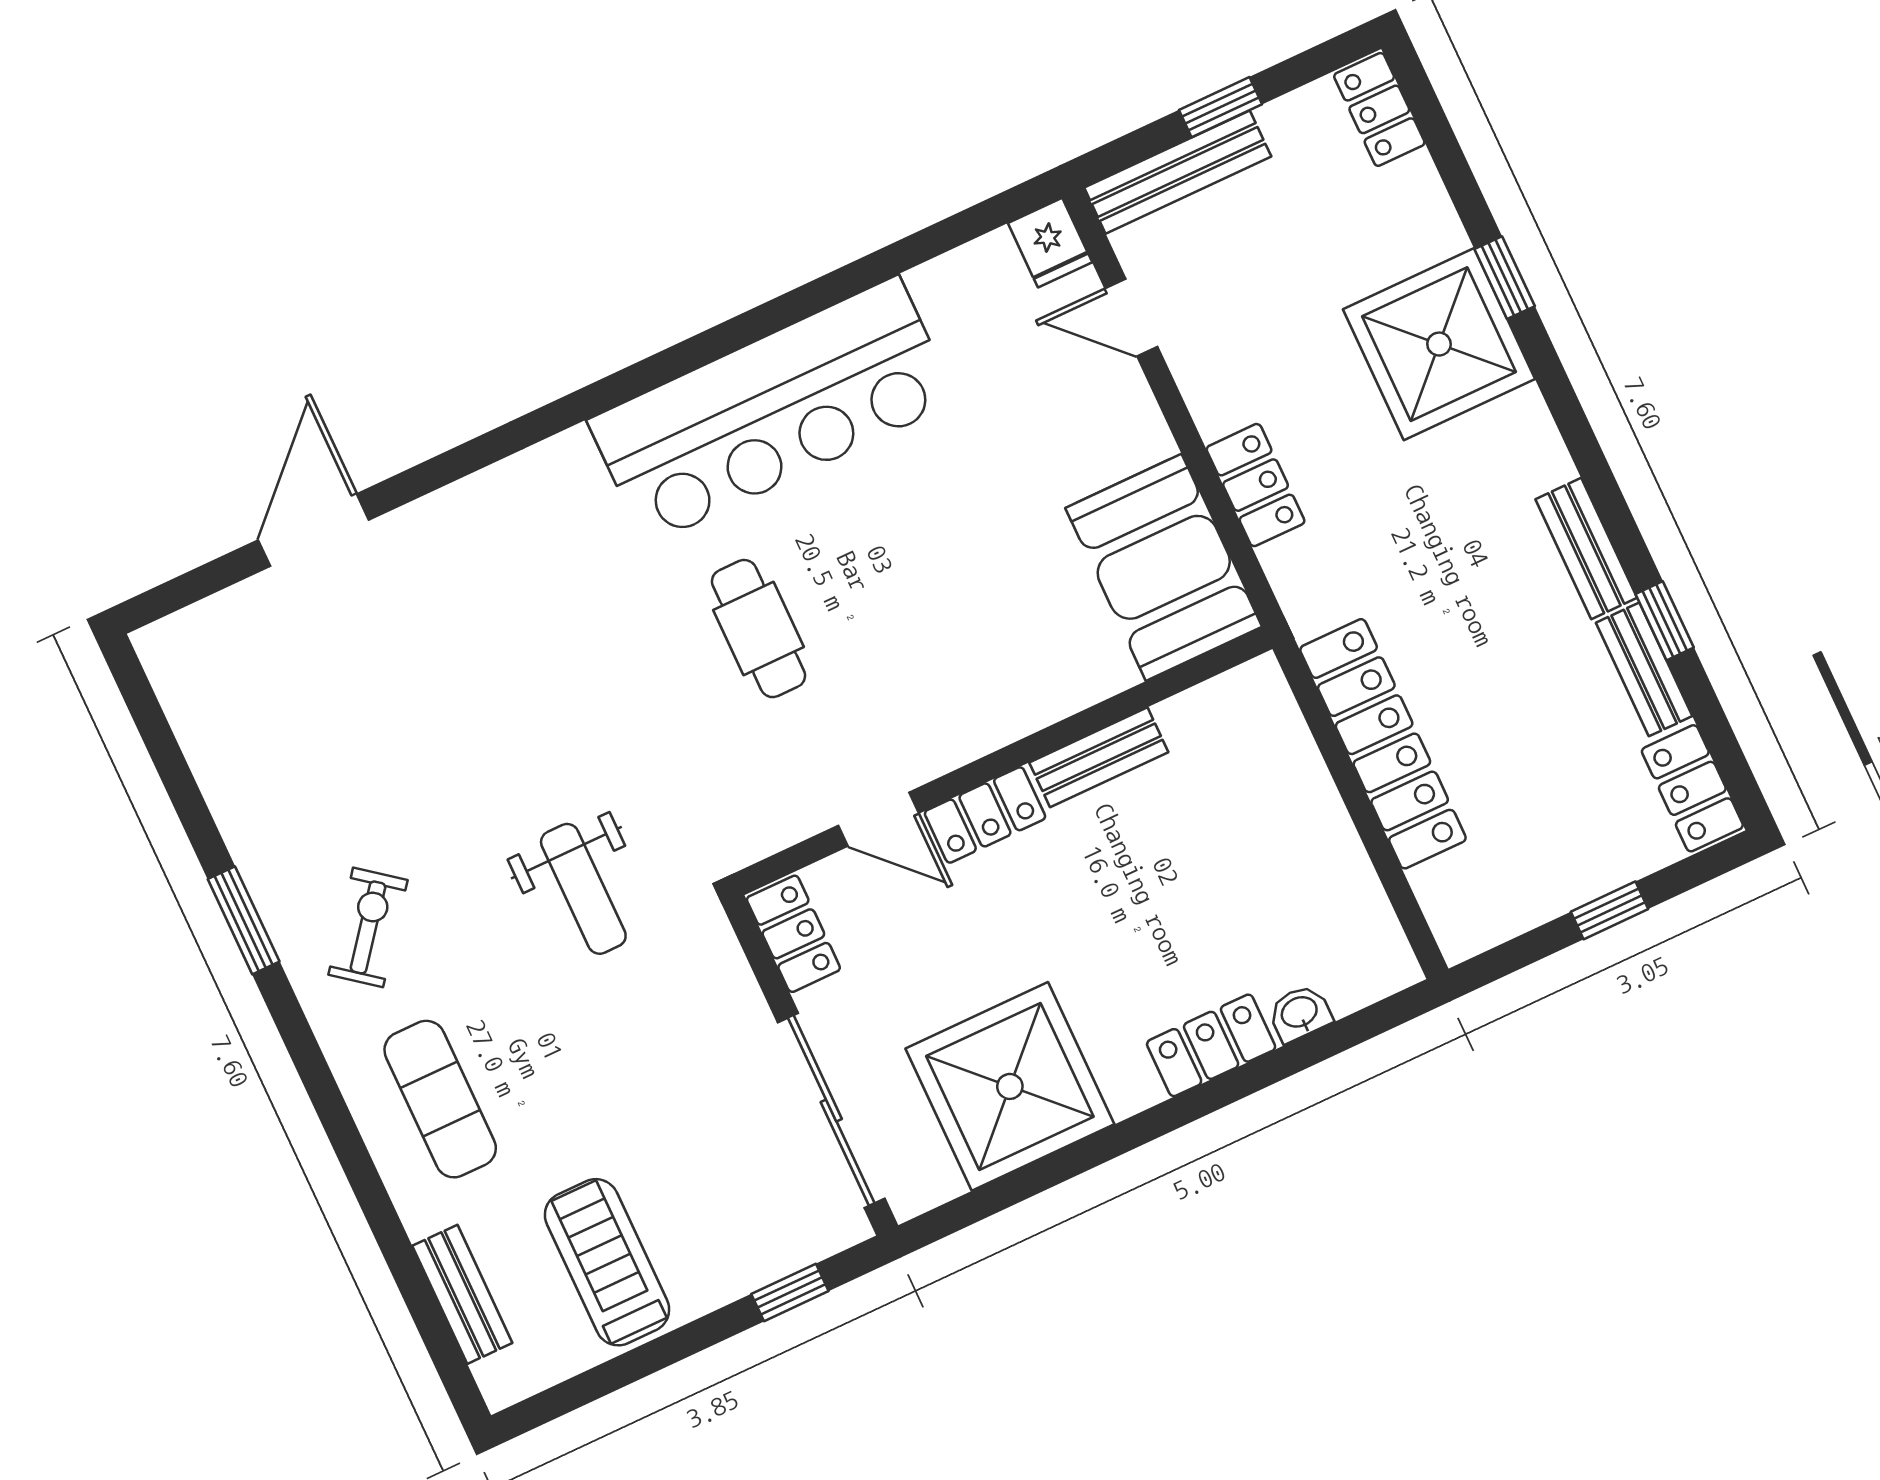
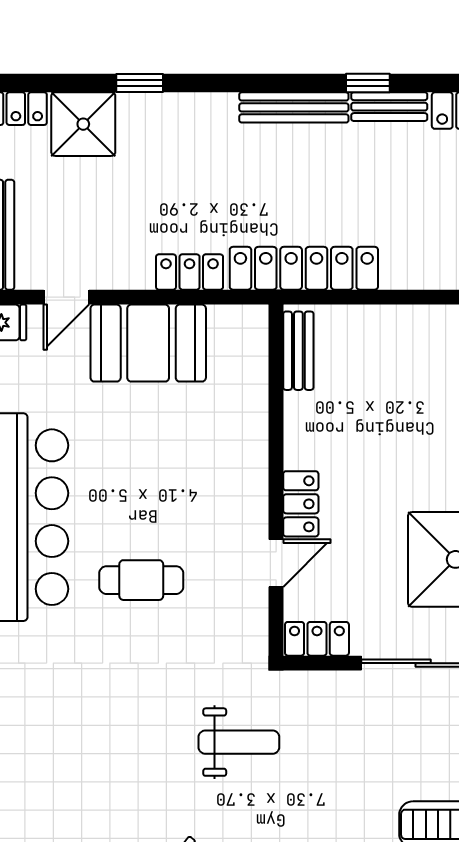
shower: (1439, 344) -> (83, 124), moved, width x0.73, depth x0.73
bench: (1586, 548) -> (294, 107), width x1.36
booth: (1164, 567) -> (148, 343), moved
locker: (1383, 744) -> (304, 268), moved
bench: (1099, 757) -> (298, 351), moved

